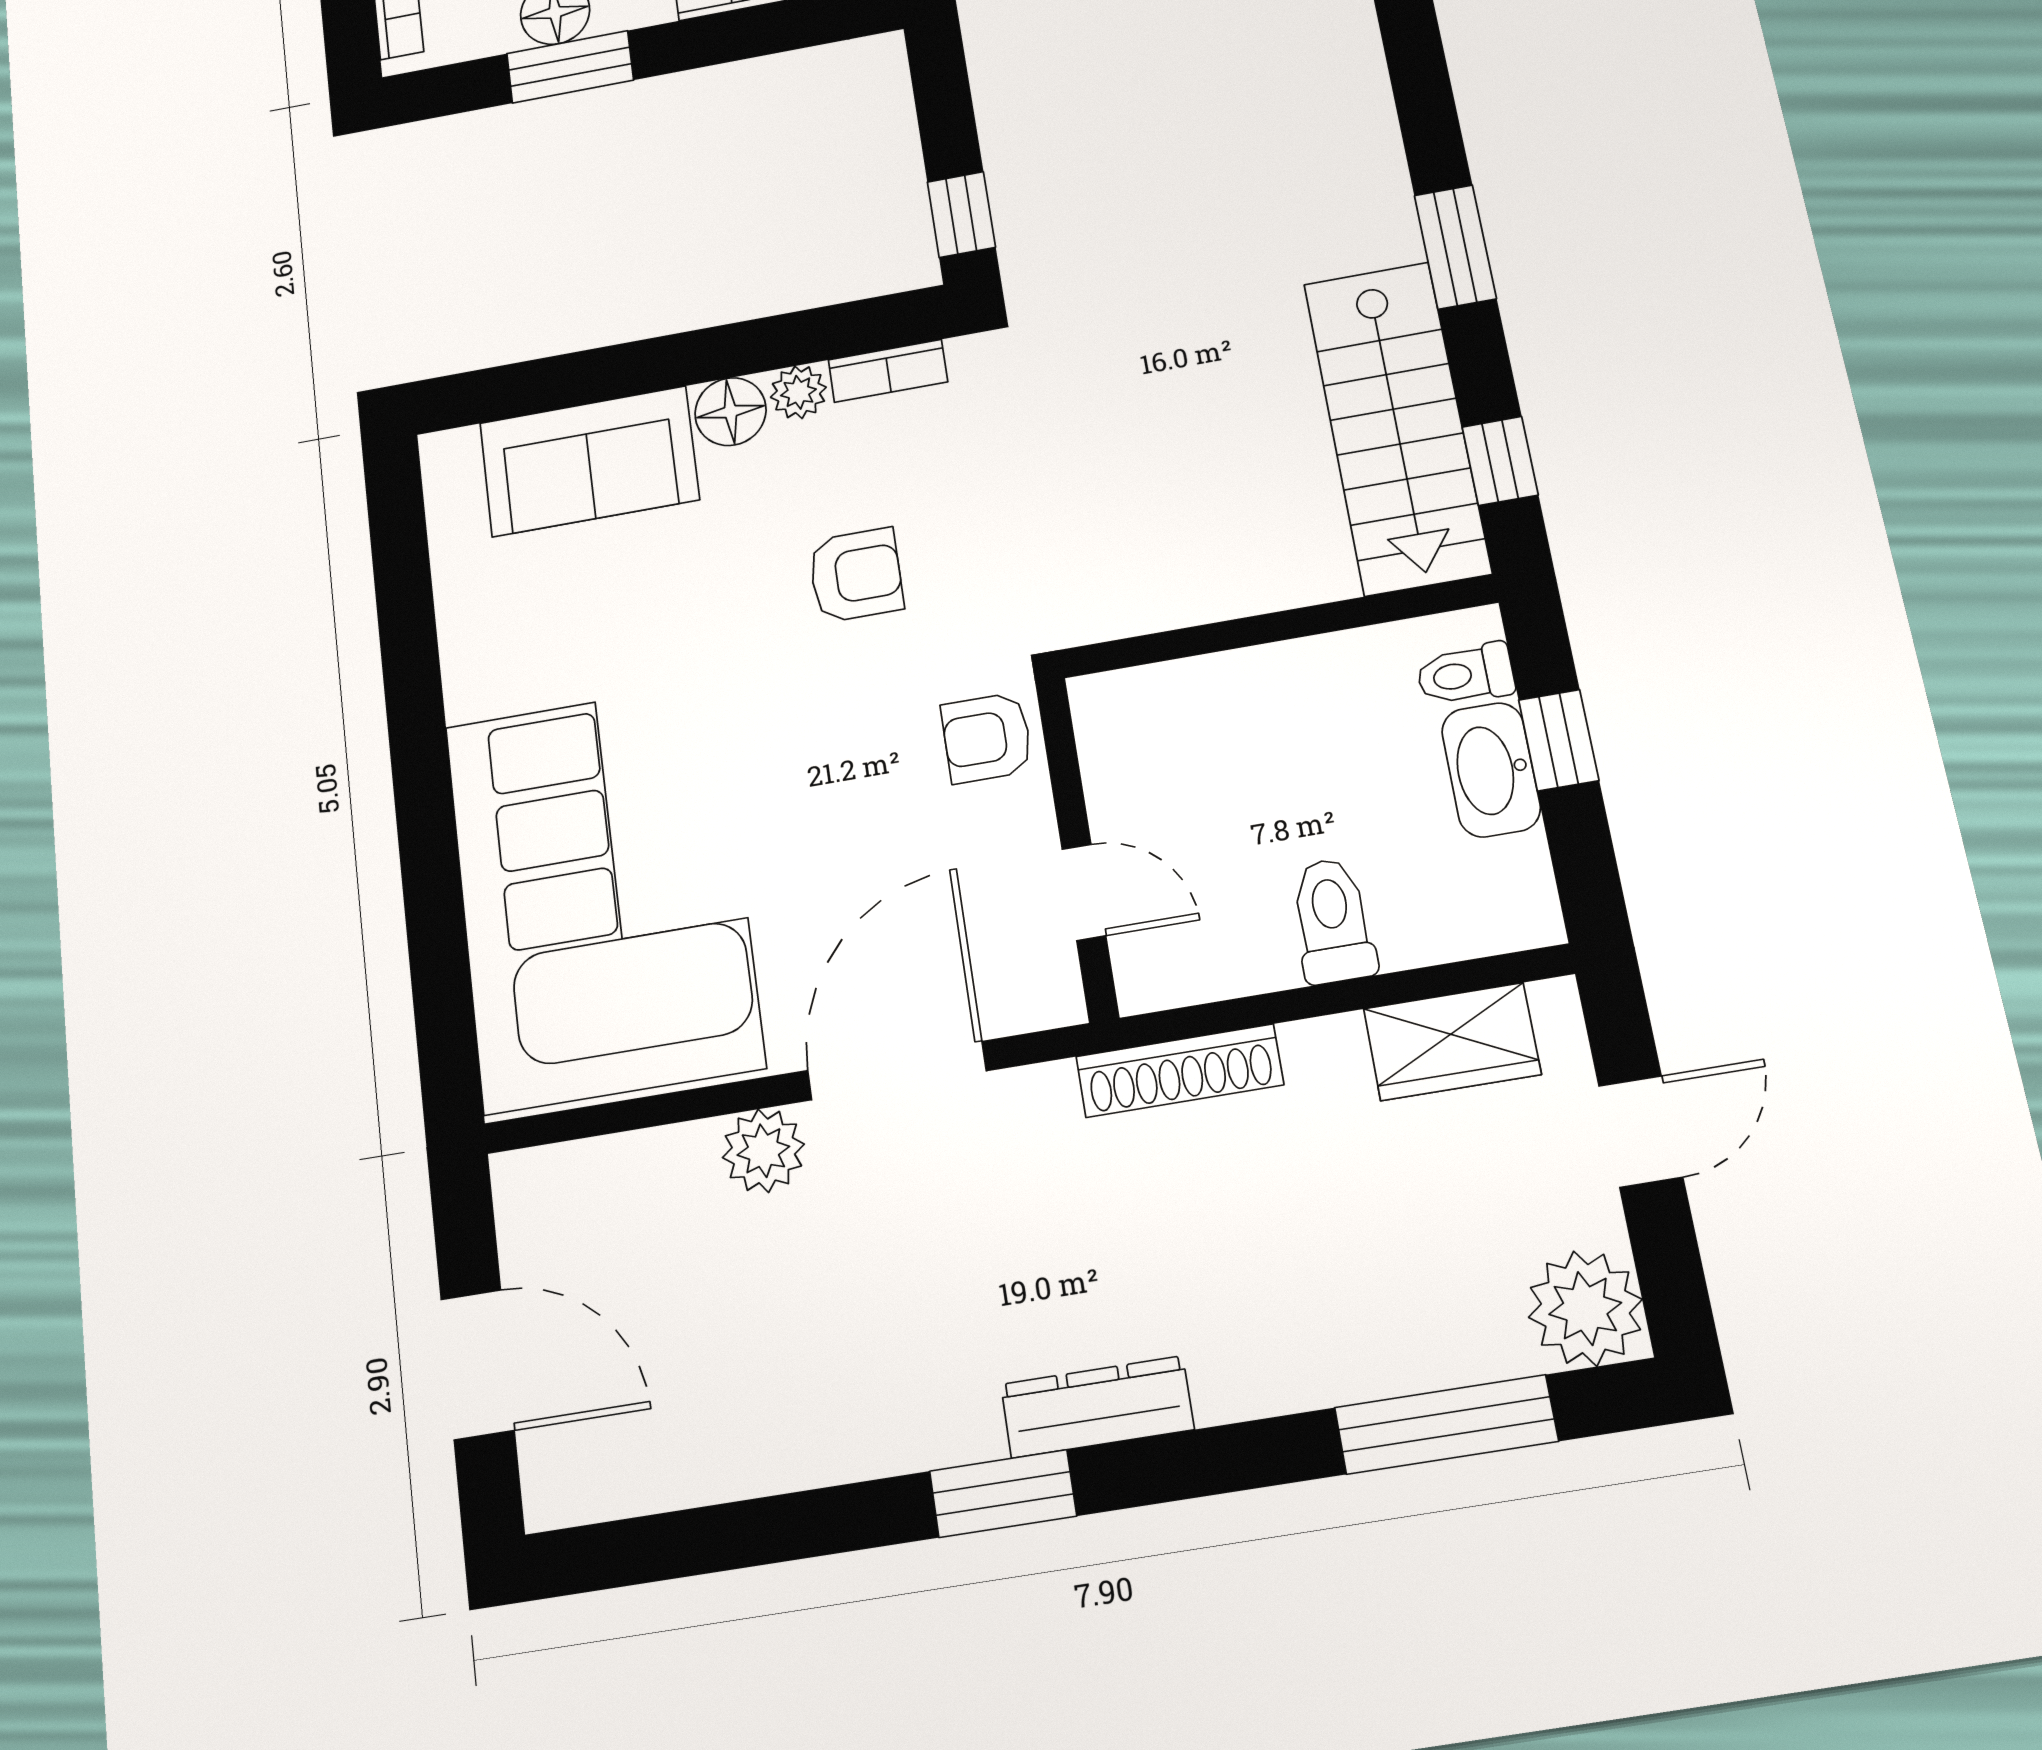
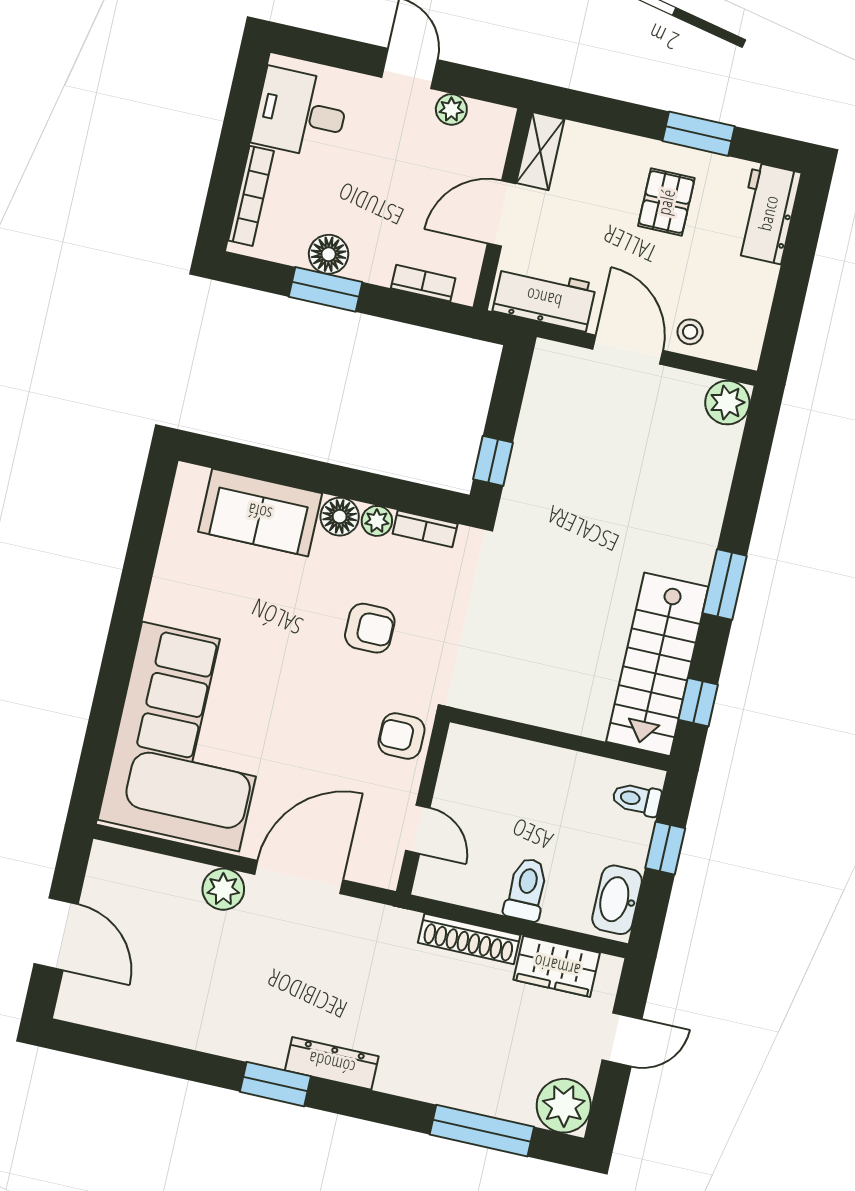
washbasin: (1491, 770) -> (617, 900), moved
shoe rack: (1180, 1071) -> (469, 939), moved

